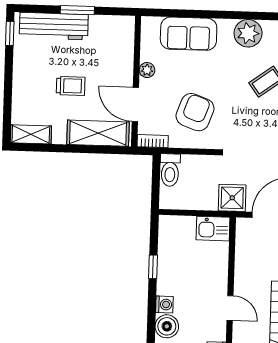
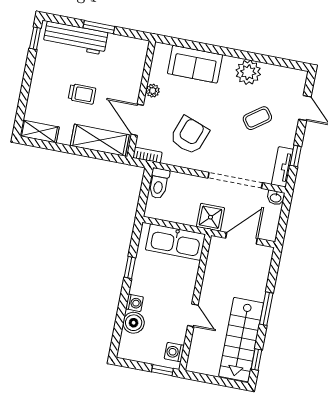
kitchen sink: (213, 229) -> (176, 242), width x1.88, depth x1.24

